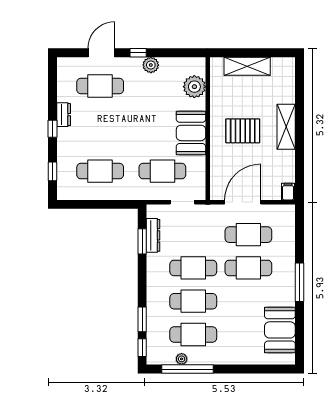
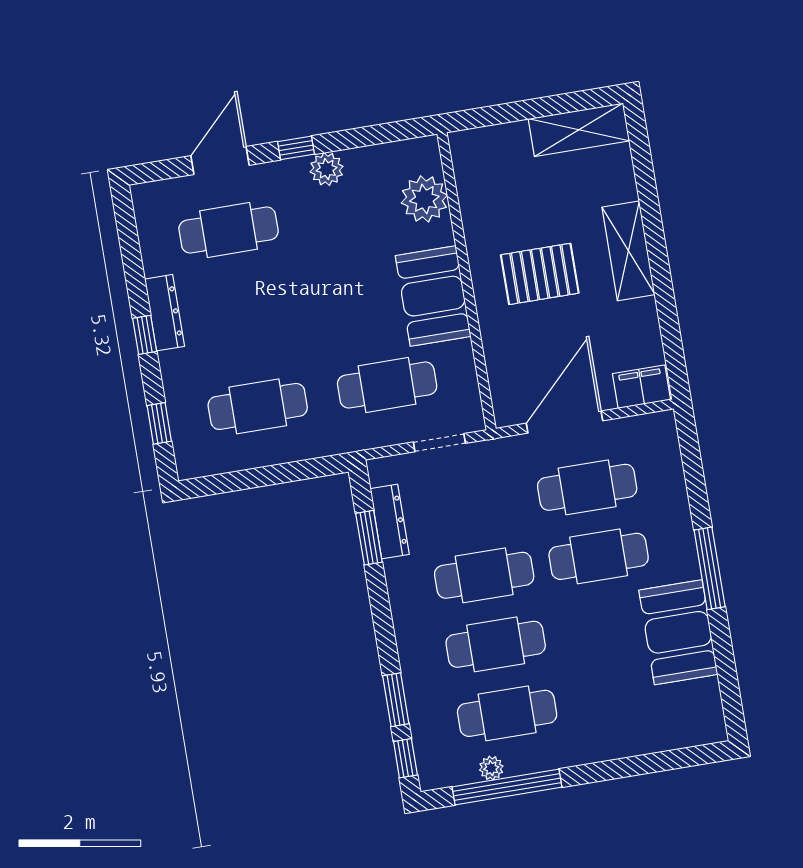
shelving: (247, 66) -> (579, 130), moved
dresser: (64, 115) -> (165, 313), width x1.44
filing cabinet: (288, 192) -> (641, 387), width x2.00
booth: (280, 330) -> (678, 632), moved

